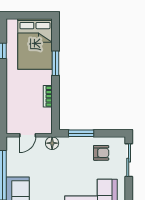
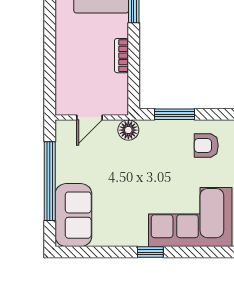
armchair: (101, 153) -> (206, 146), turned 180

